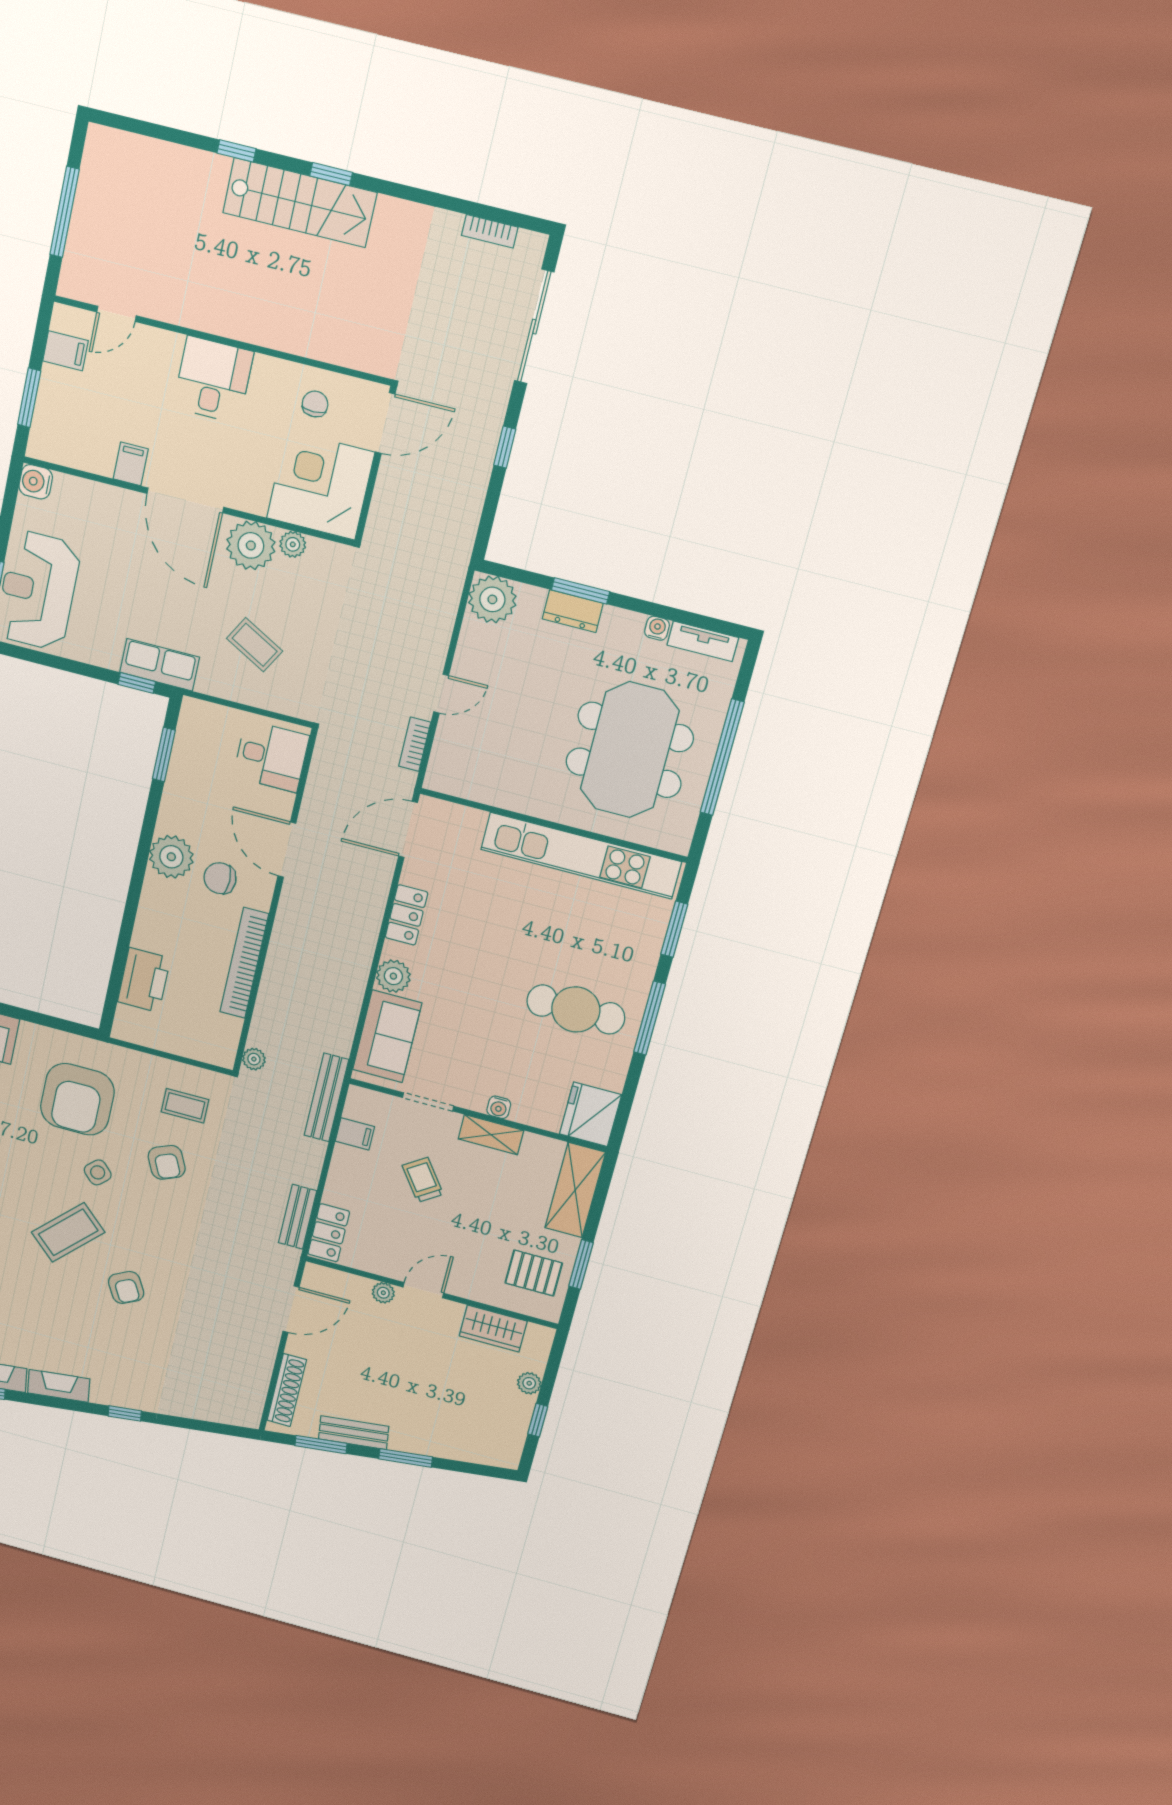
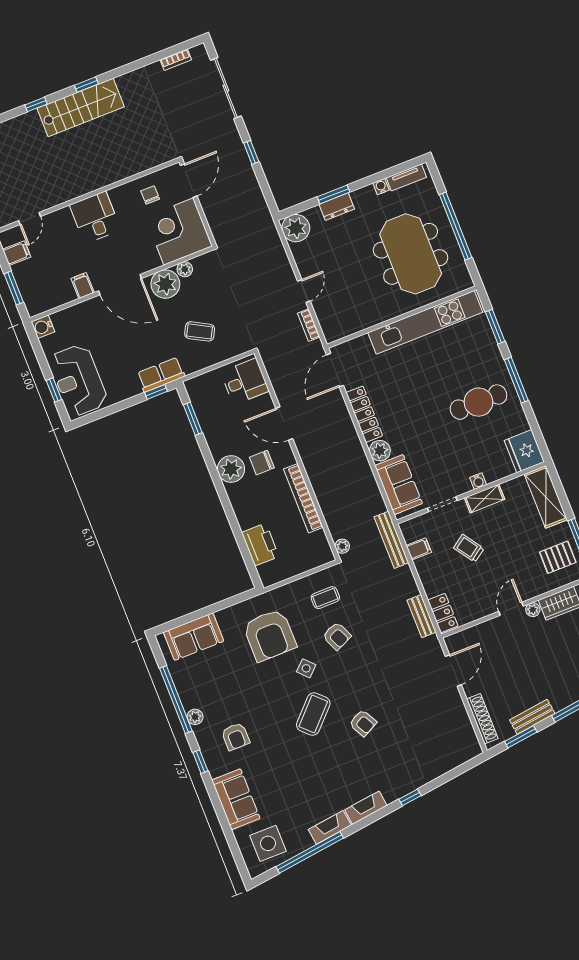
locker: (406, 915) -> (364, 414), width x1.53
plant: (383, 1293) -> (533, 610), moved

